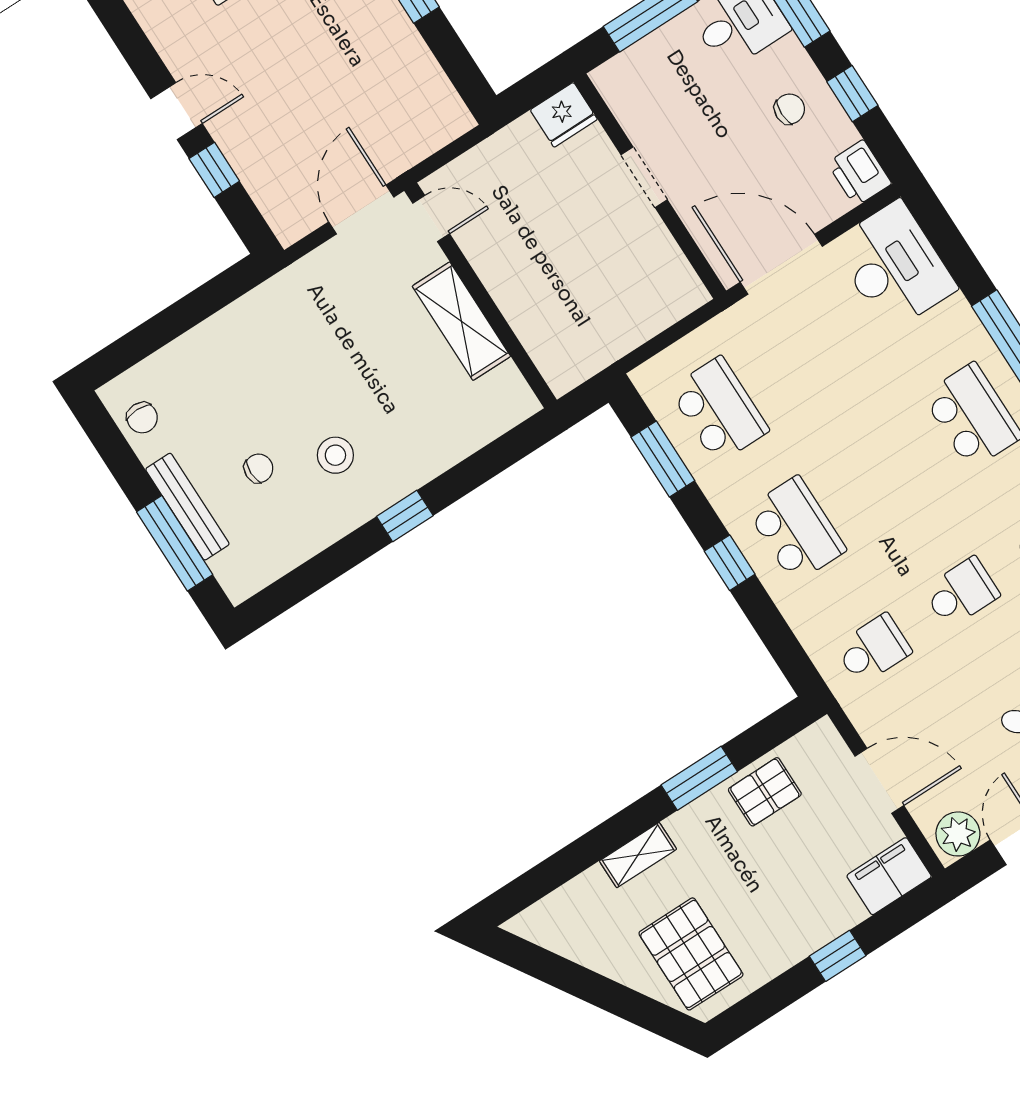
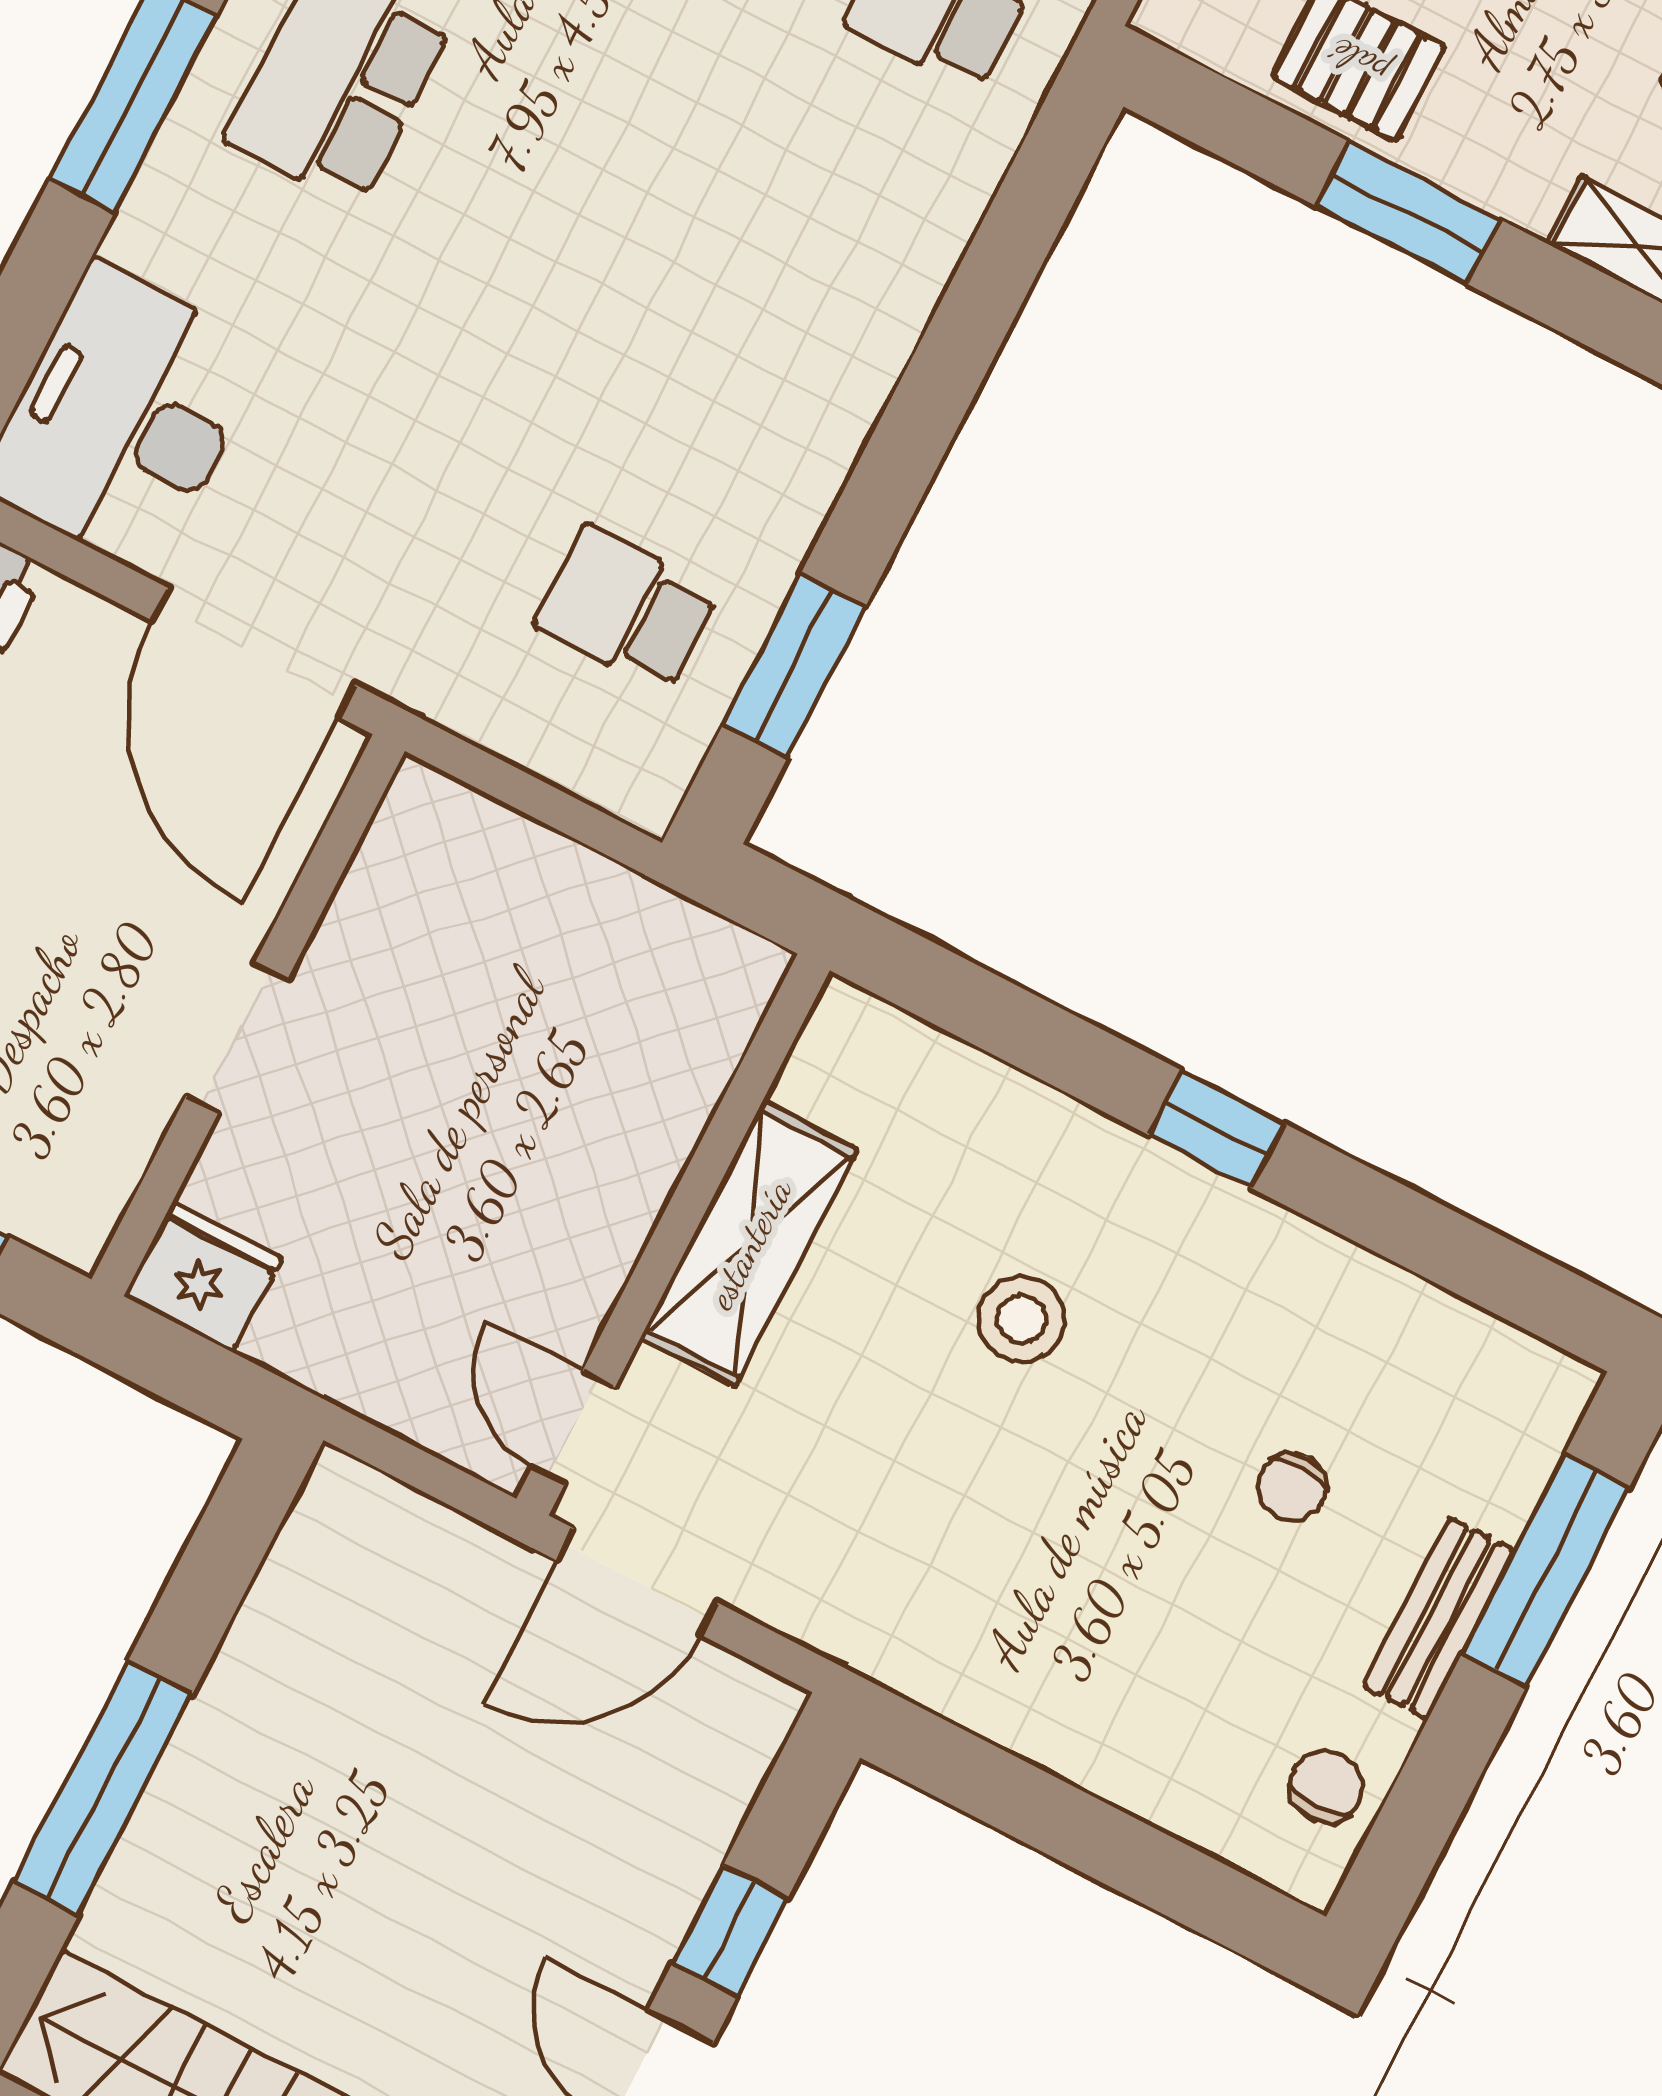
school desk: (719, 410) -> (627, 608), width x0.54
stool: (335, 455) -> (1022, 1319), moved
chair: (259, 468) -> (1292, 1487), turned -90
bench: (187, 507) -> (1439, 1619), width x0.73
school desk: (796, 529) -> (782, 308), removed
window: (730, 563) -> (928, 405), removed

